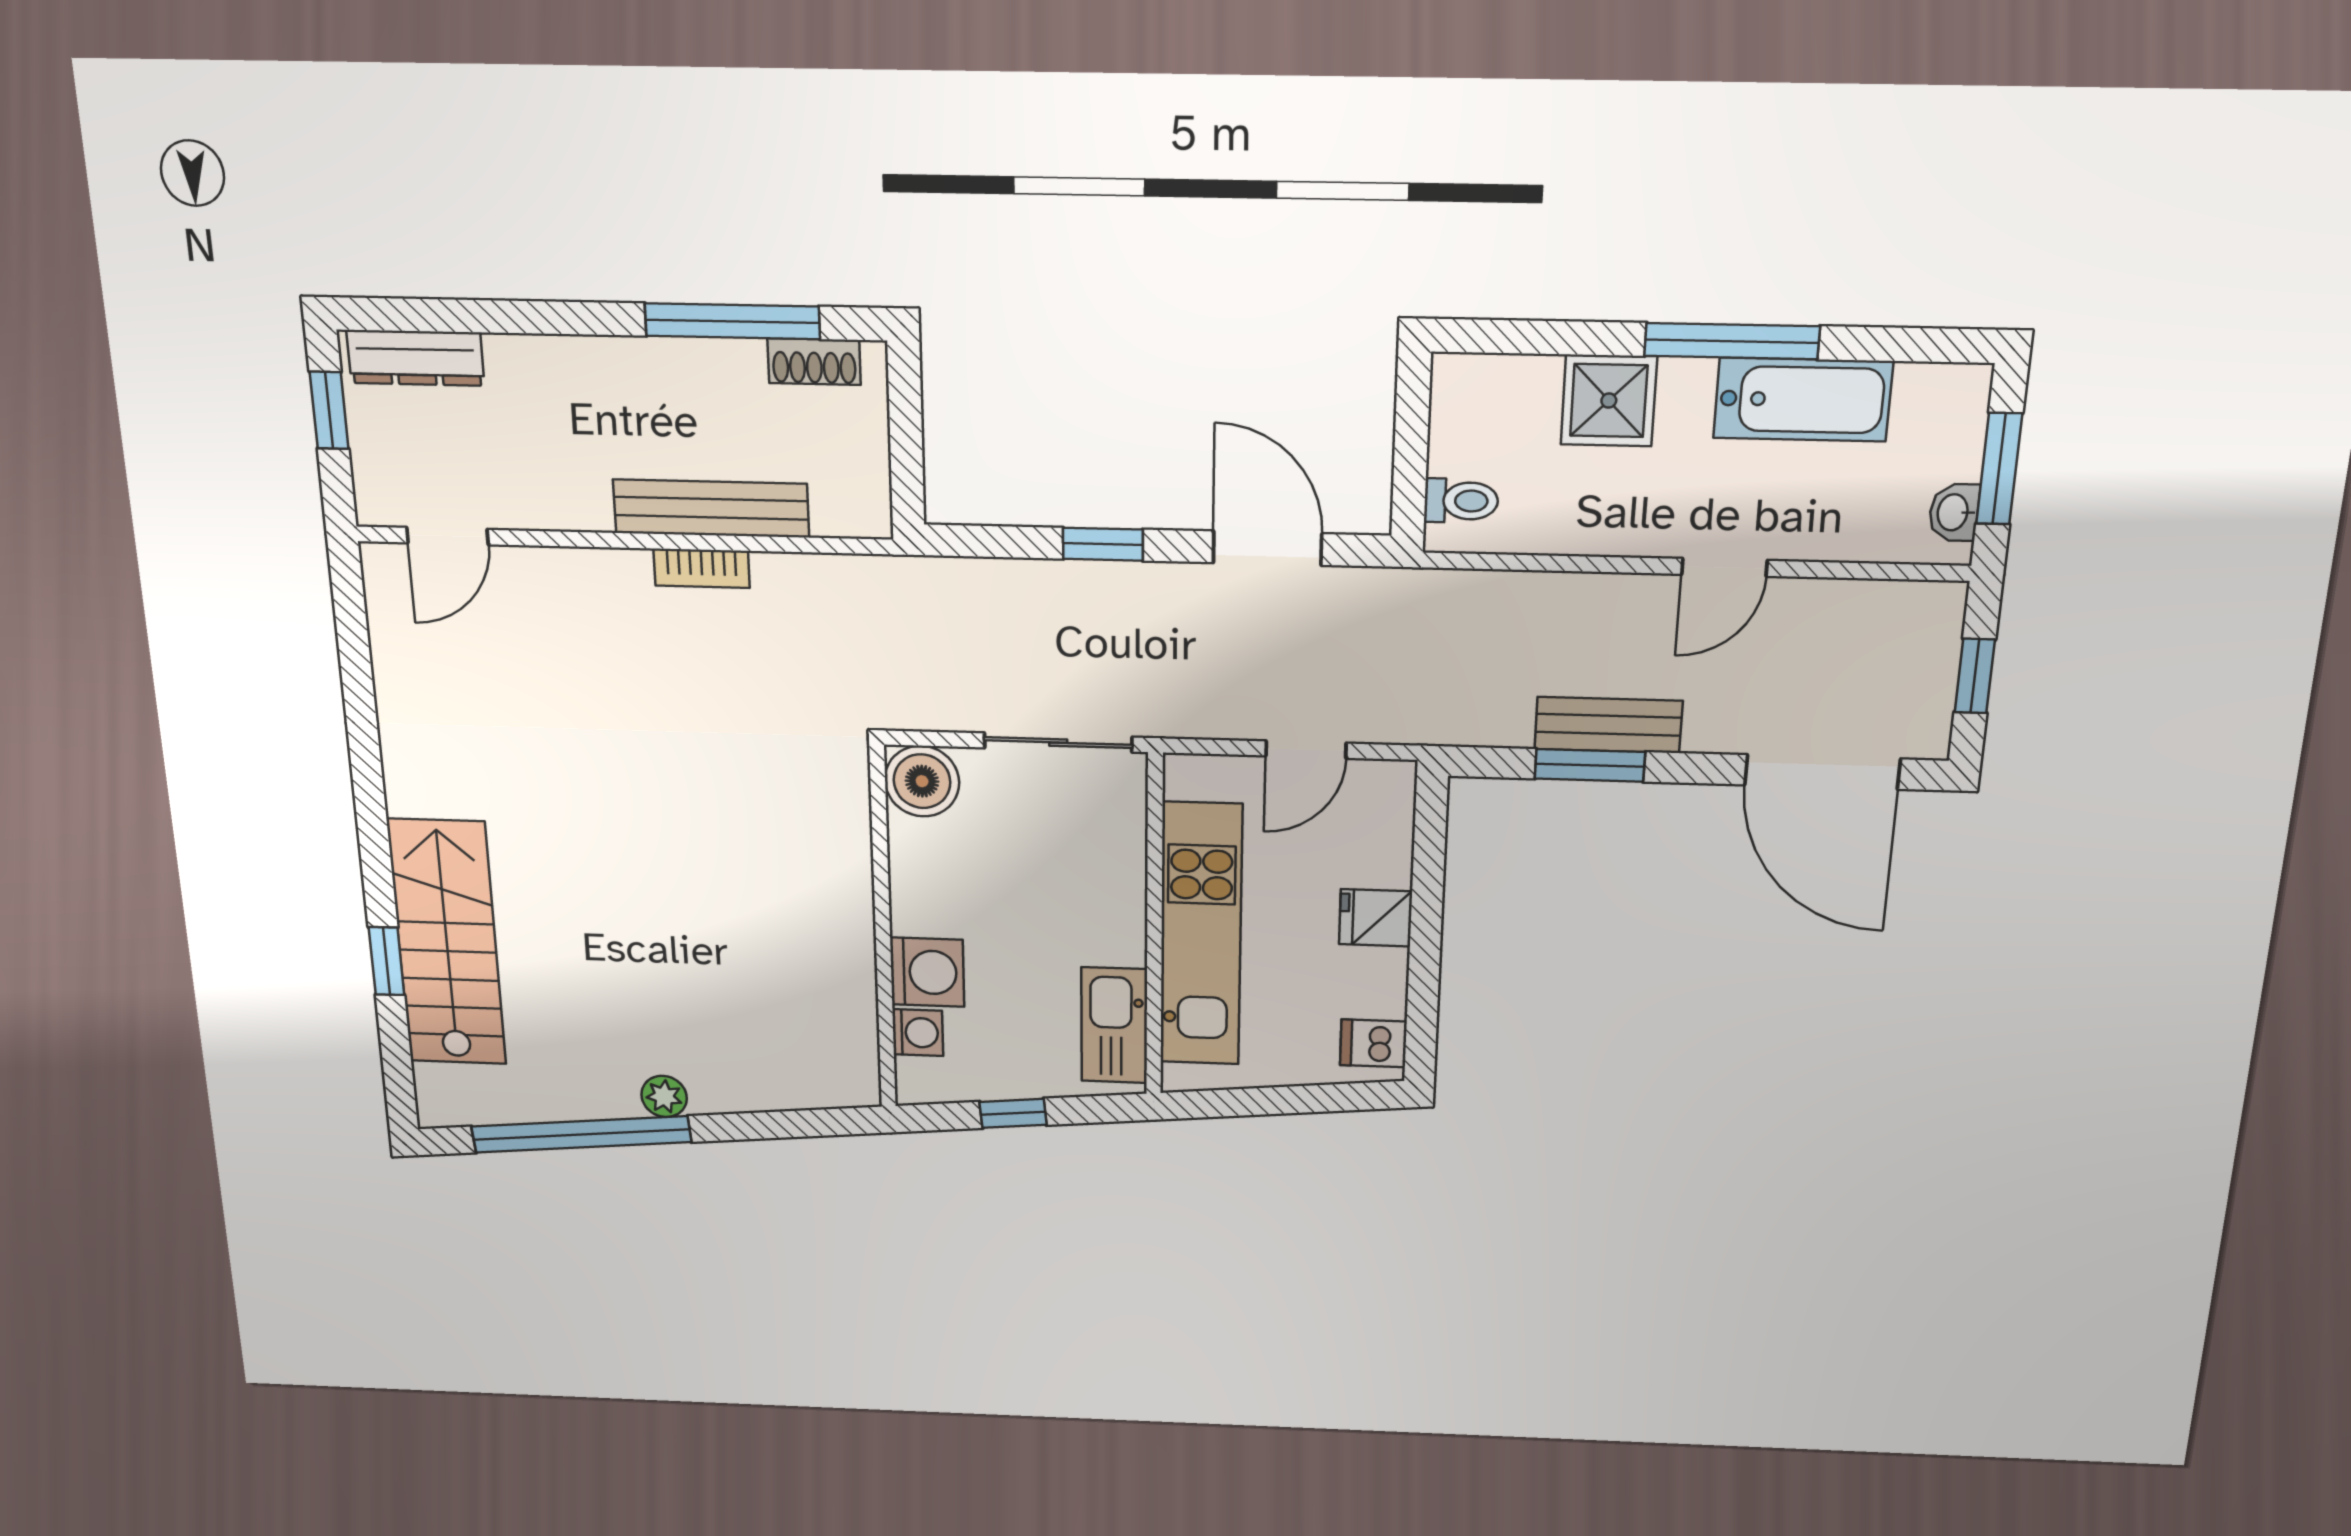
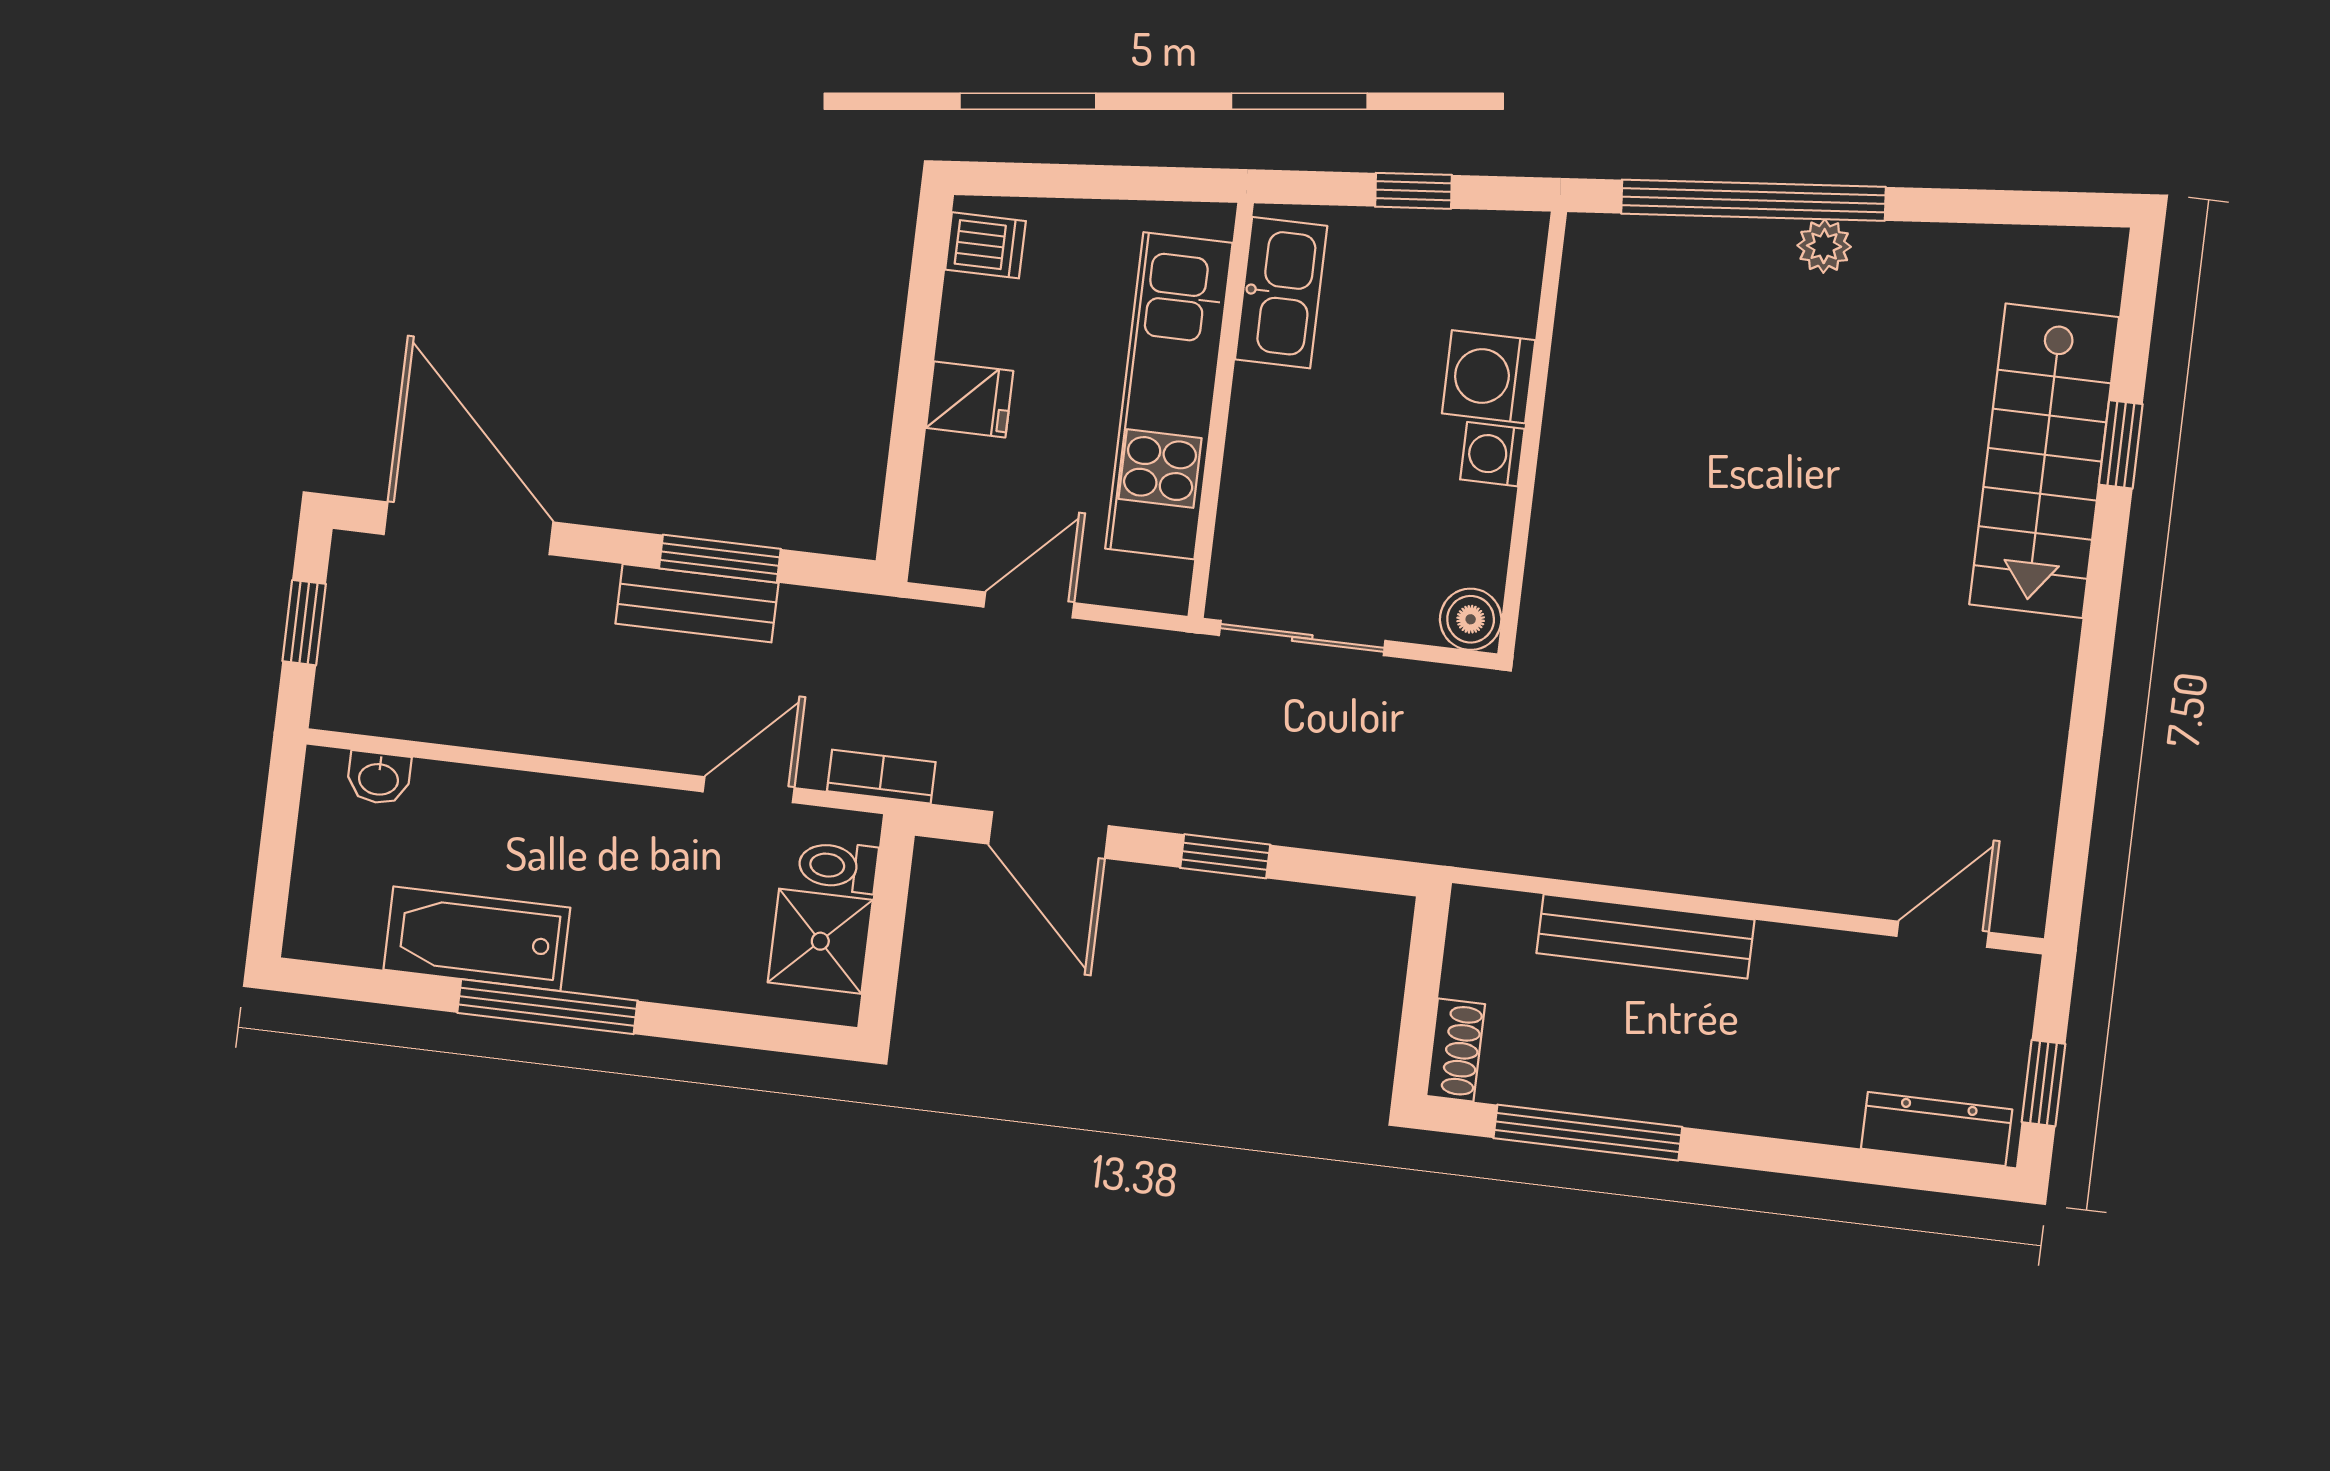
shoe rack: (814, 362) -> (1456, 1050), moved, turned 90
shower: (1609, 401) -> (820, 941), moved
window: (1999, 469) -> (277, 846), removed
washbasin: (1954, 512) -> (379, 778), moved, turned 90
door: (1724, 567) -> (749, 790), moved
bookcase: (702, 568) -> (881, 777), moved
boiler: (922, 781) -> (1471, 619), width x0.73, depth x0.73
washing machine: (918, 1033) -> (1492, 454), moved
window: (581, 1134) -> (1753, 200), moved

